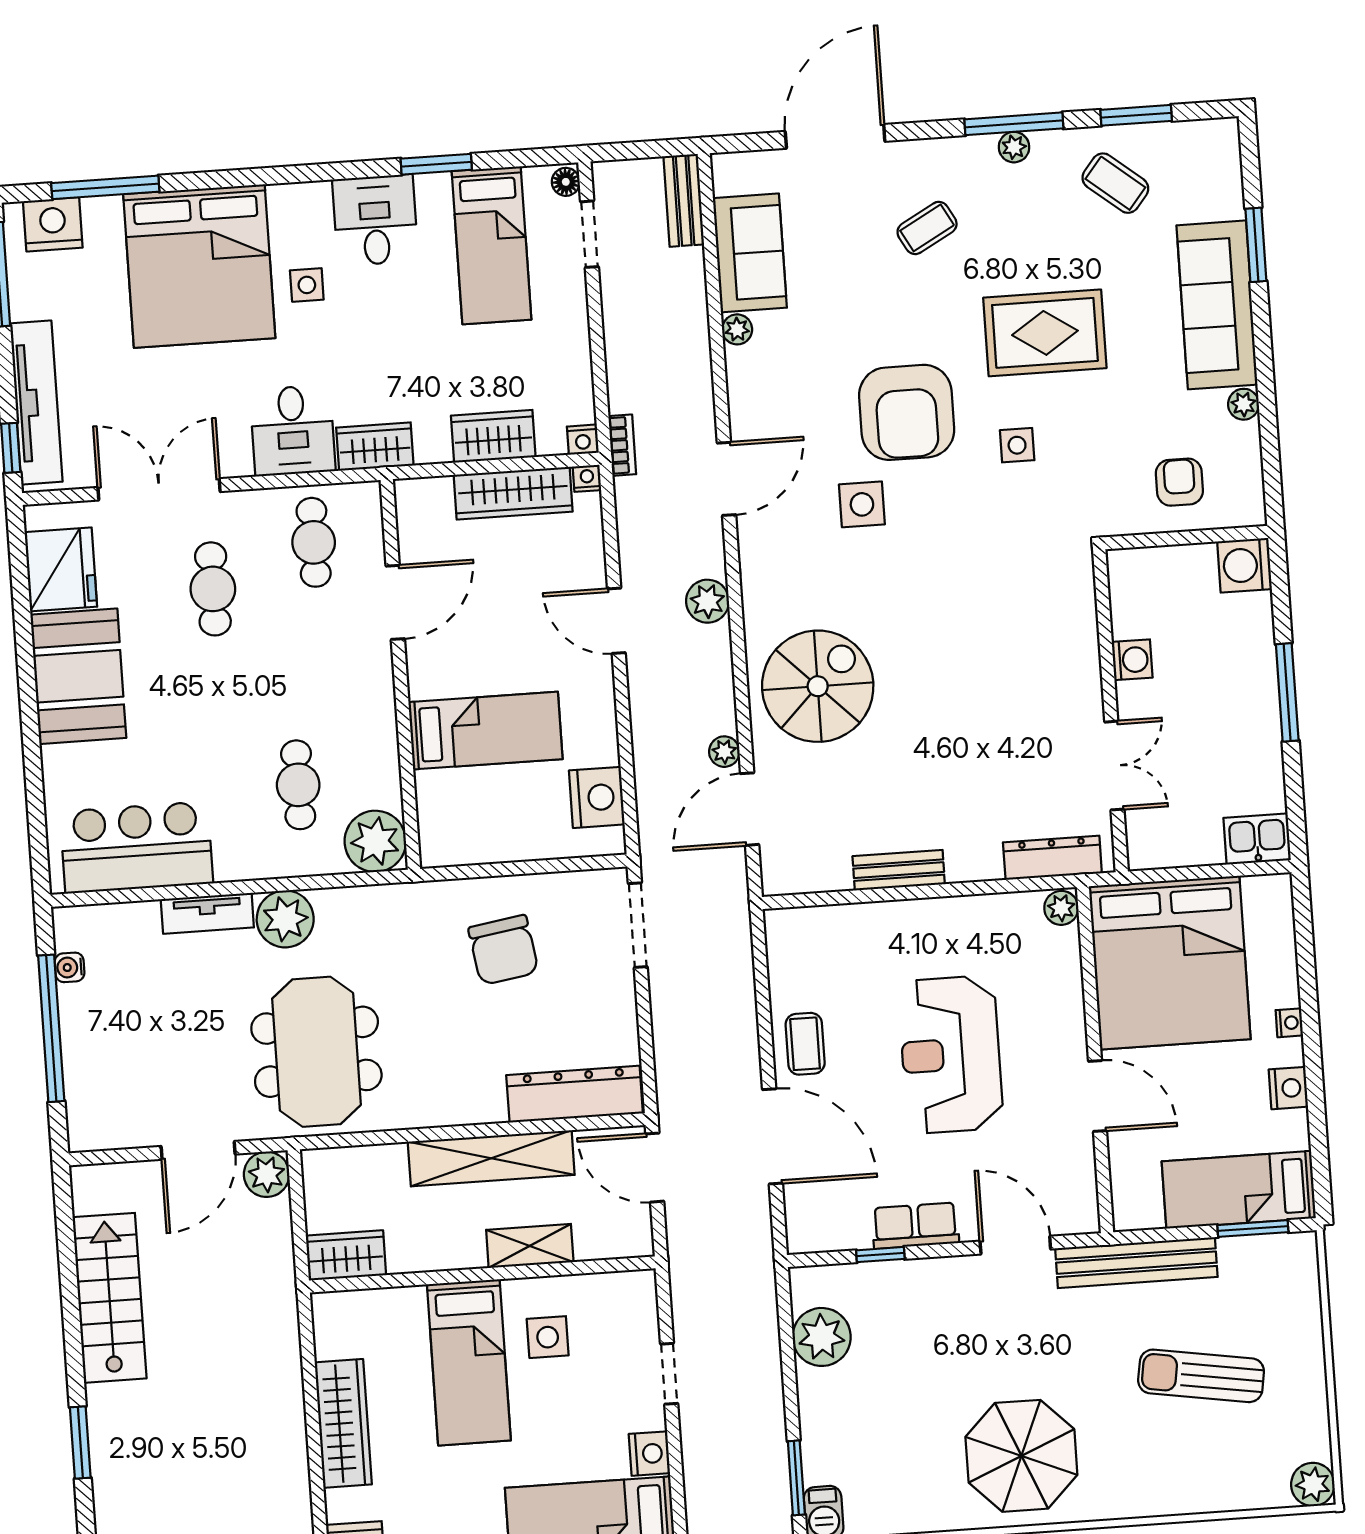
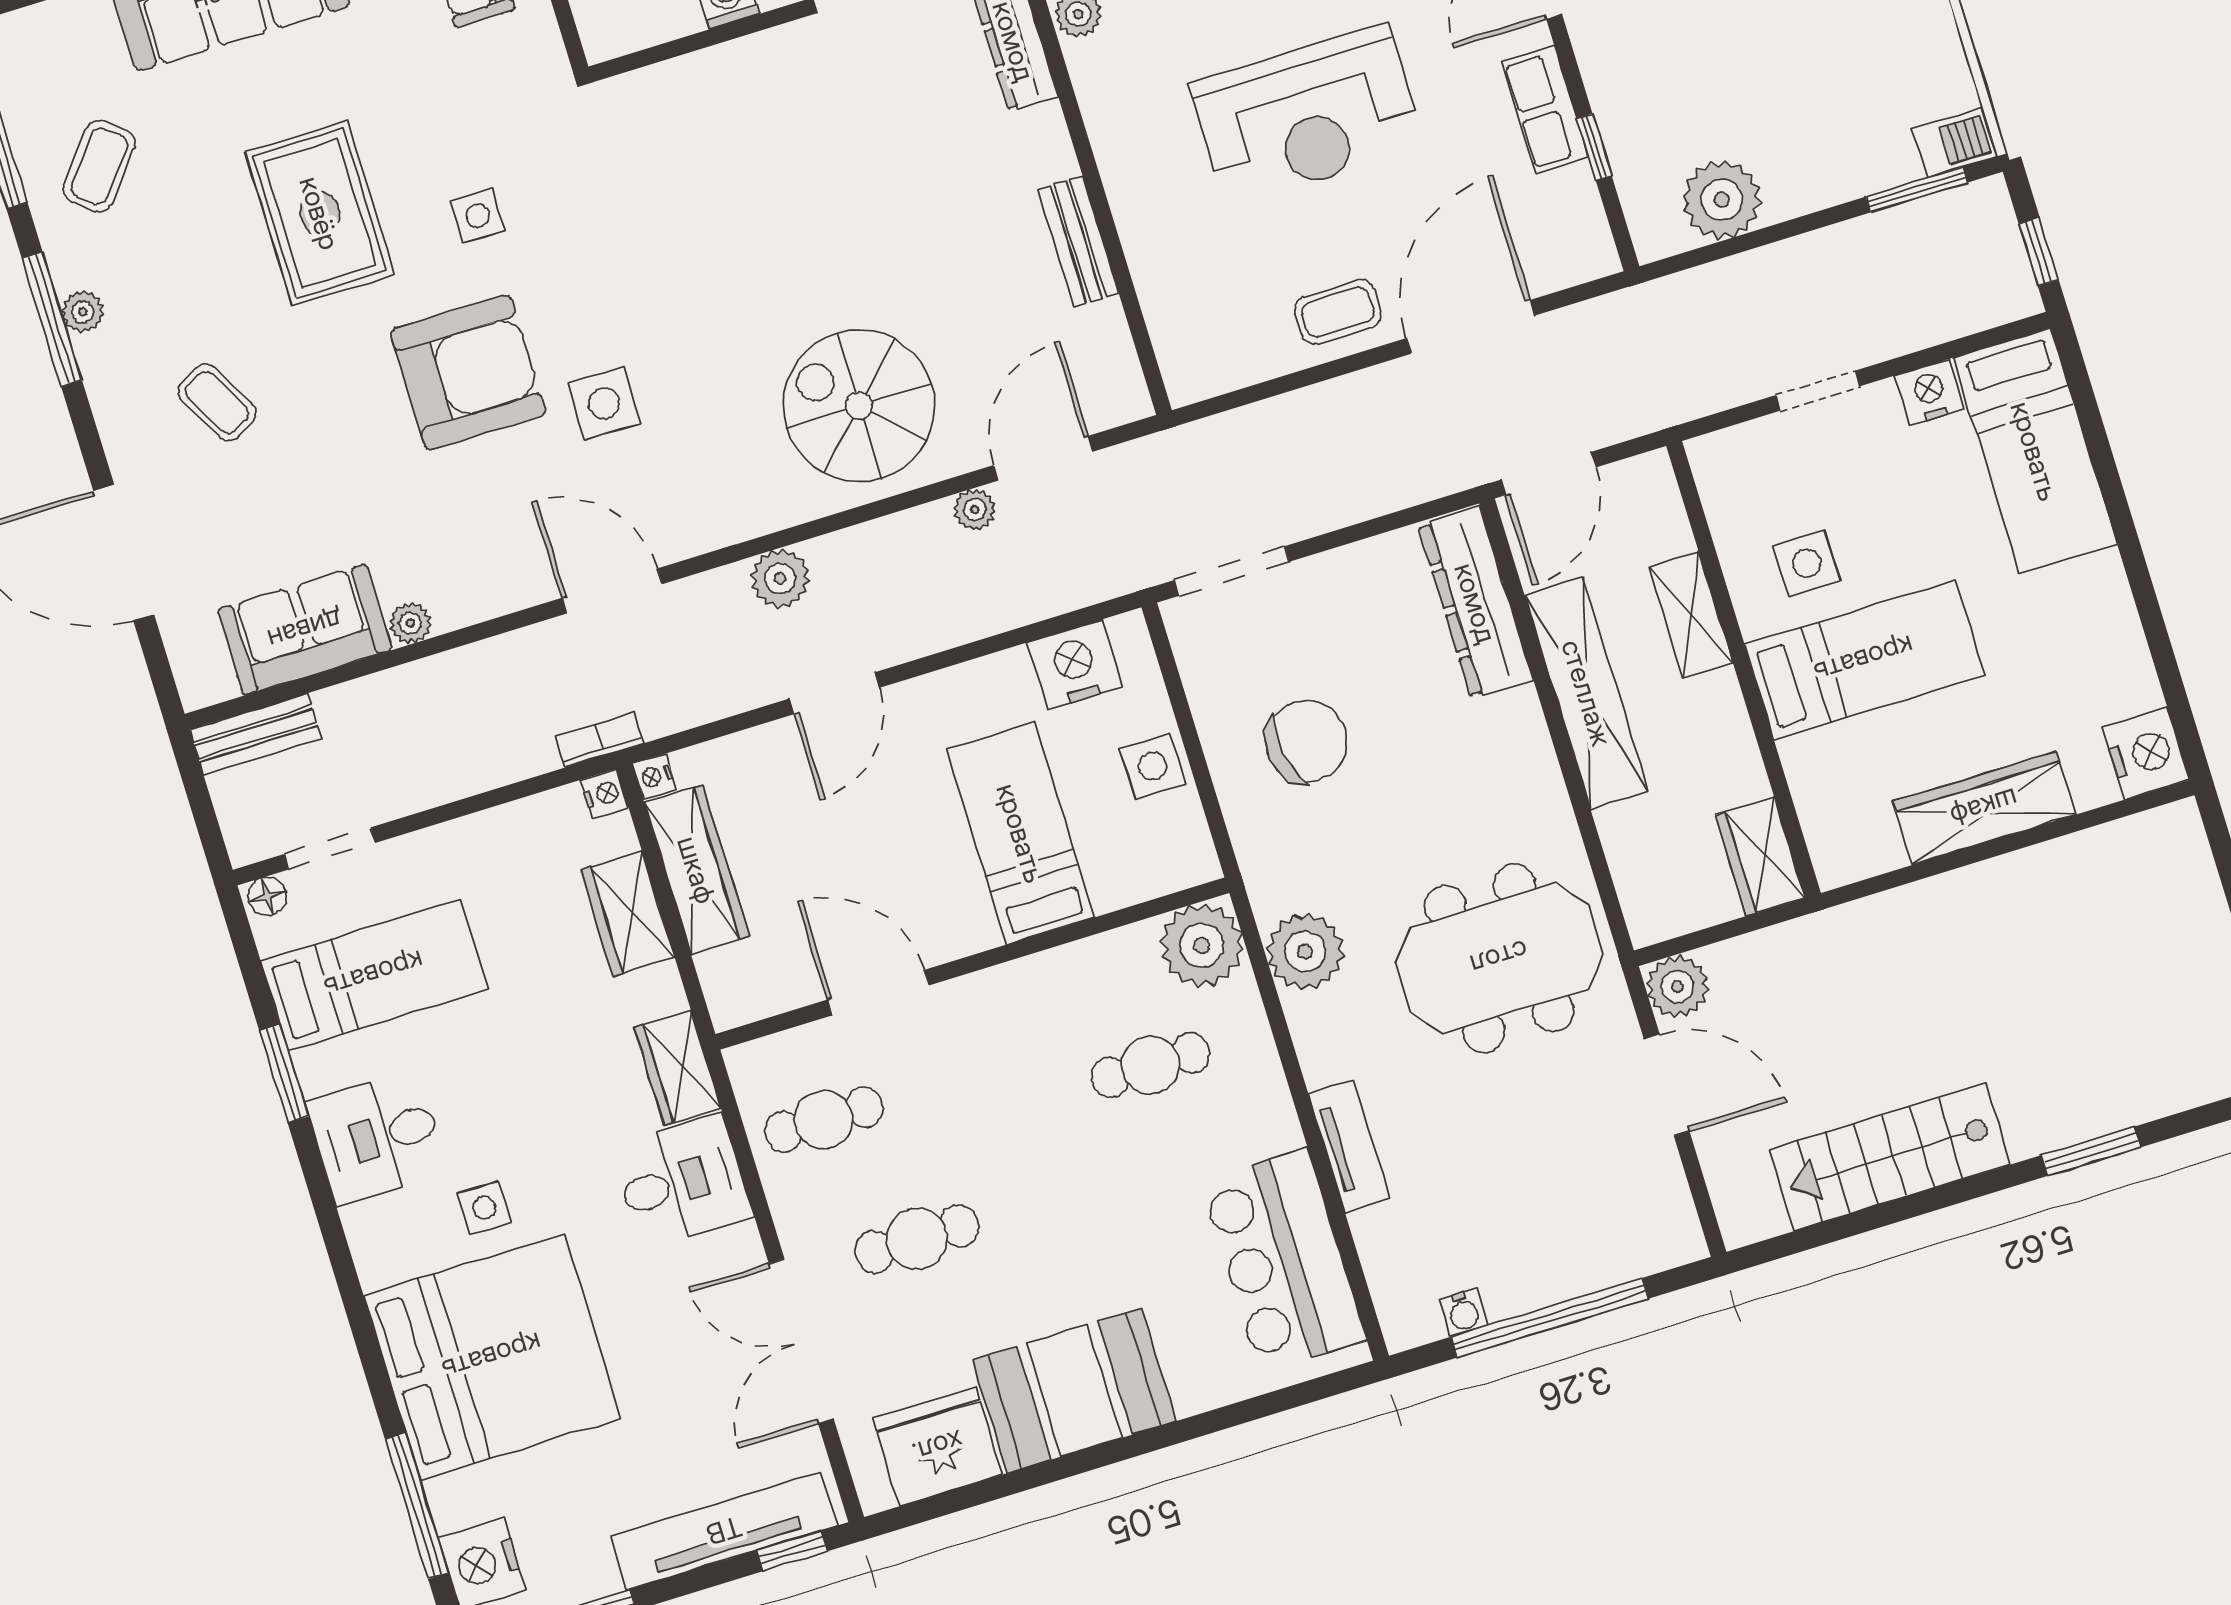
door: (750, 809) -> (1043, 458), swing flipped
side table: (511, 836) -> (1152, 766), added
plant: (285, 919) -> (1305, 952), moved

